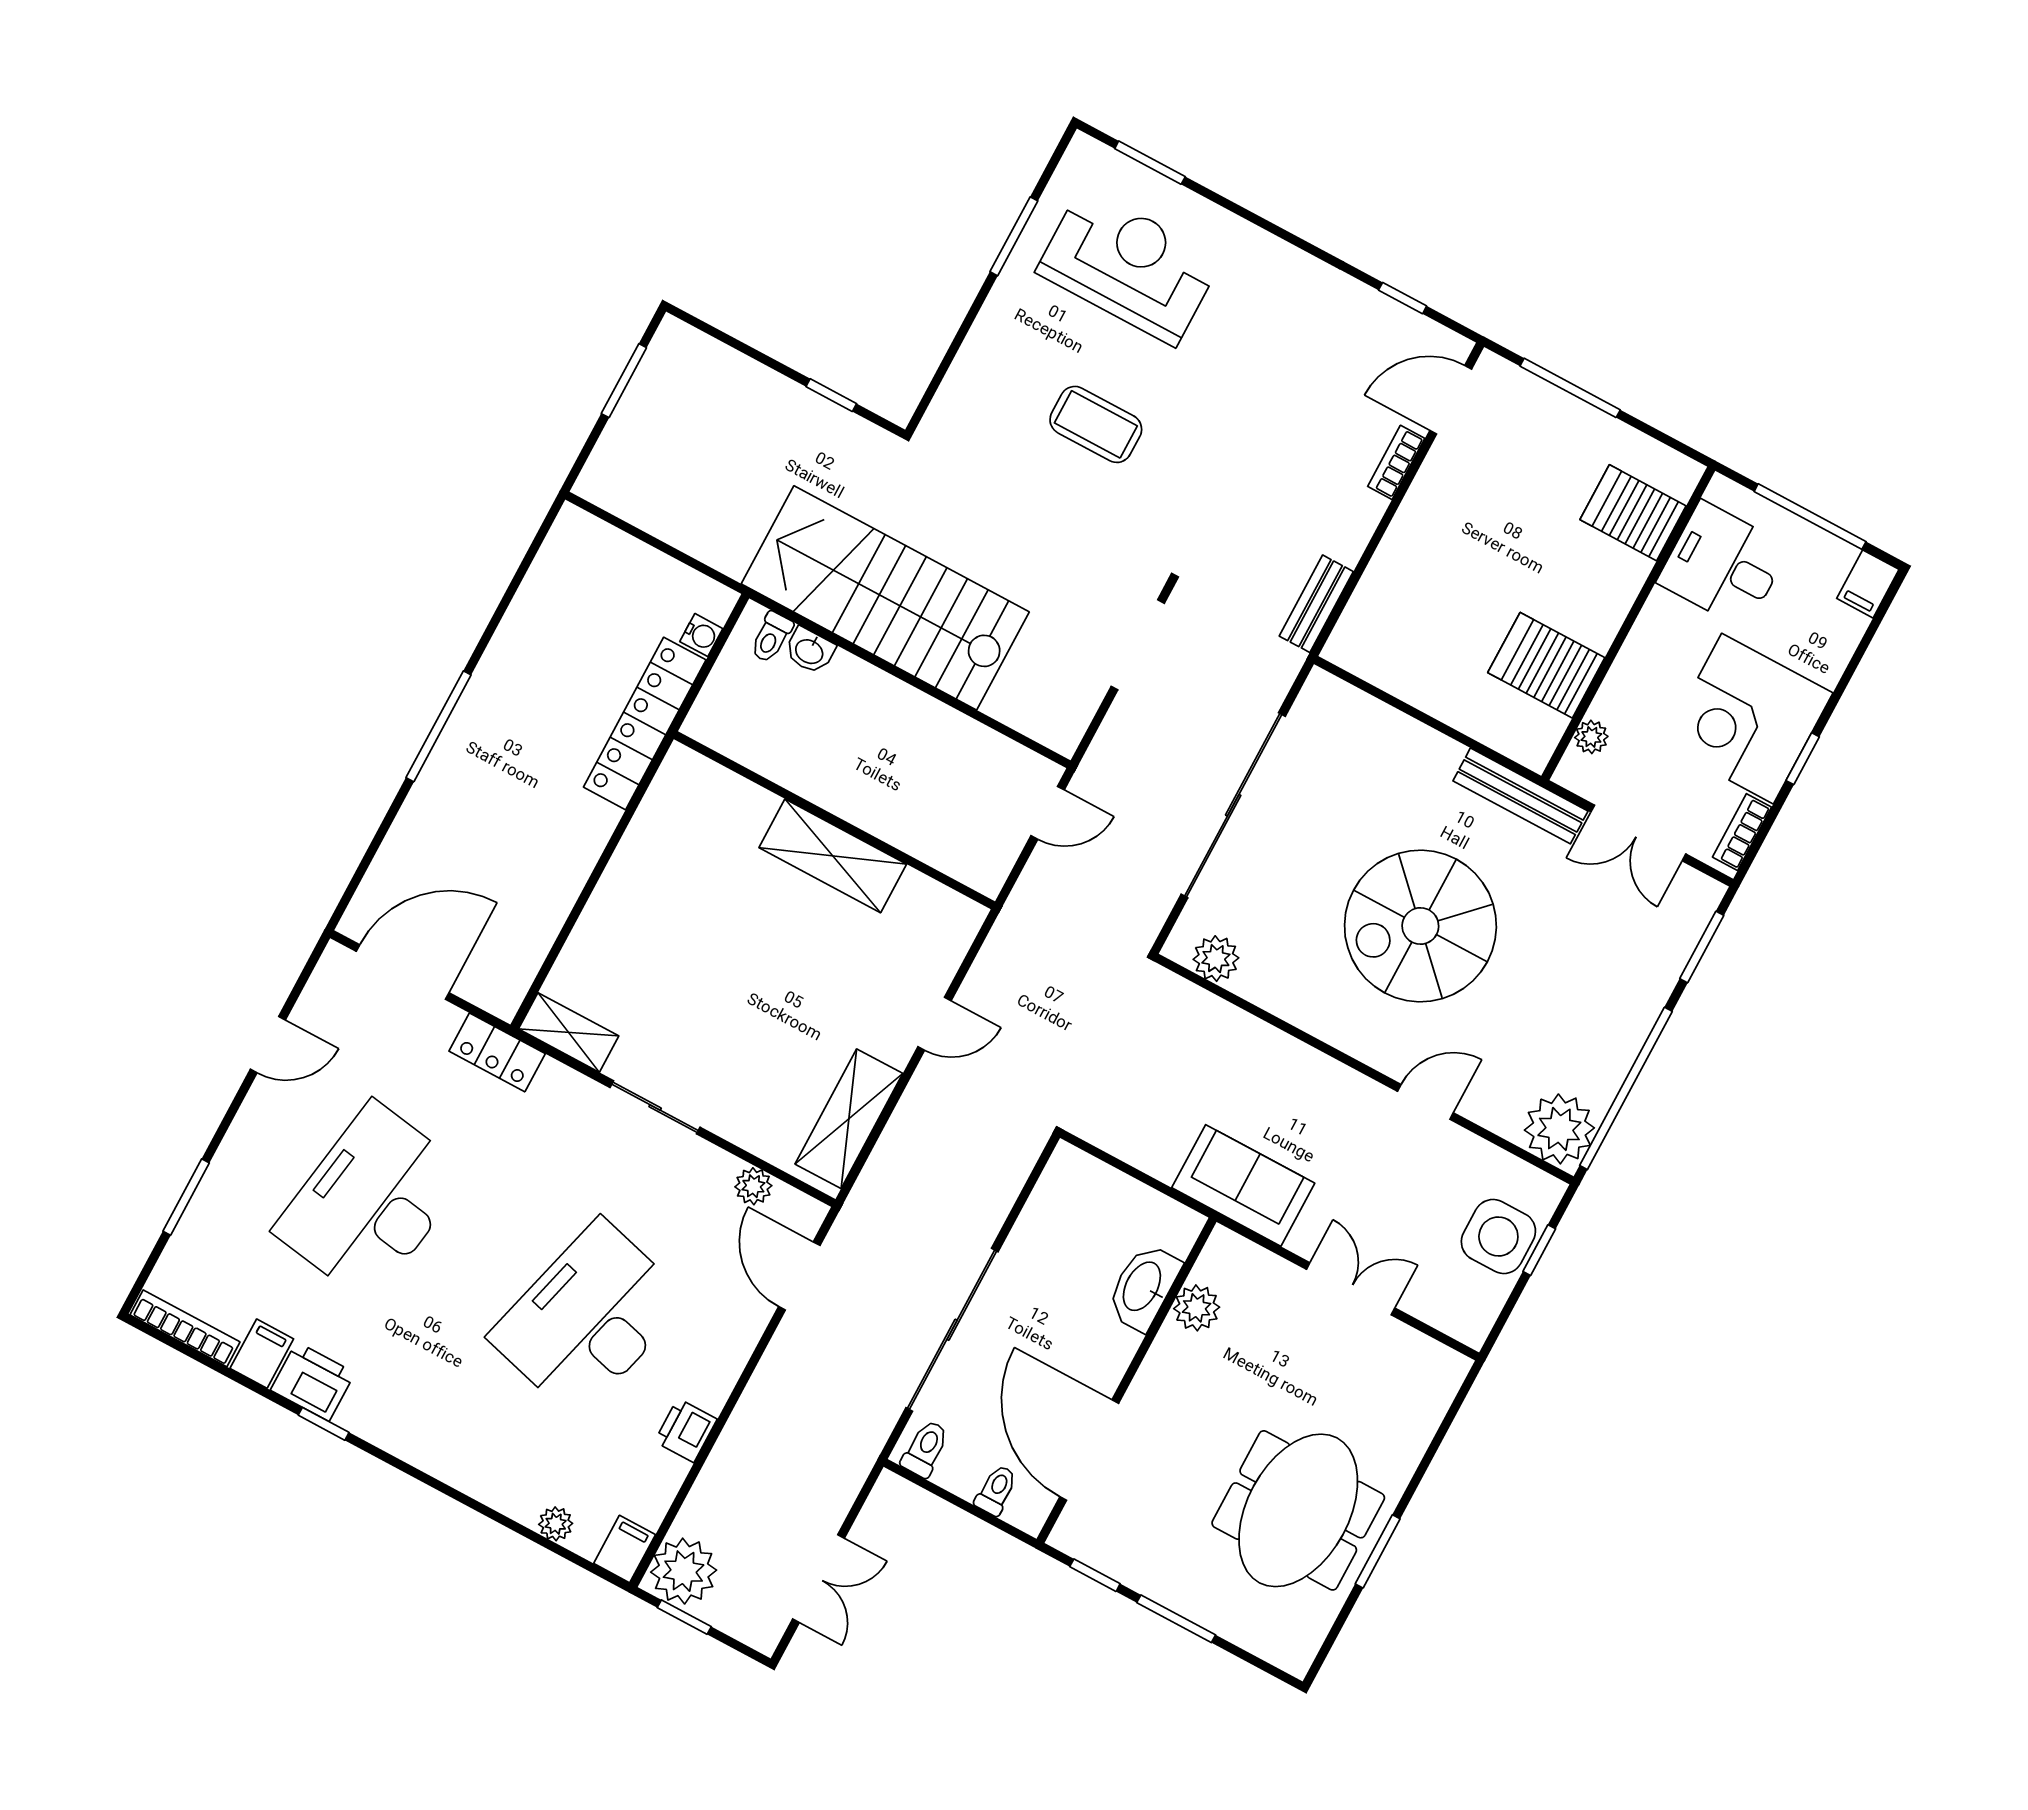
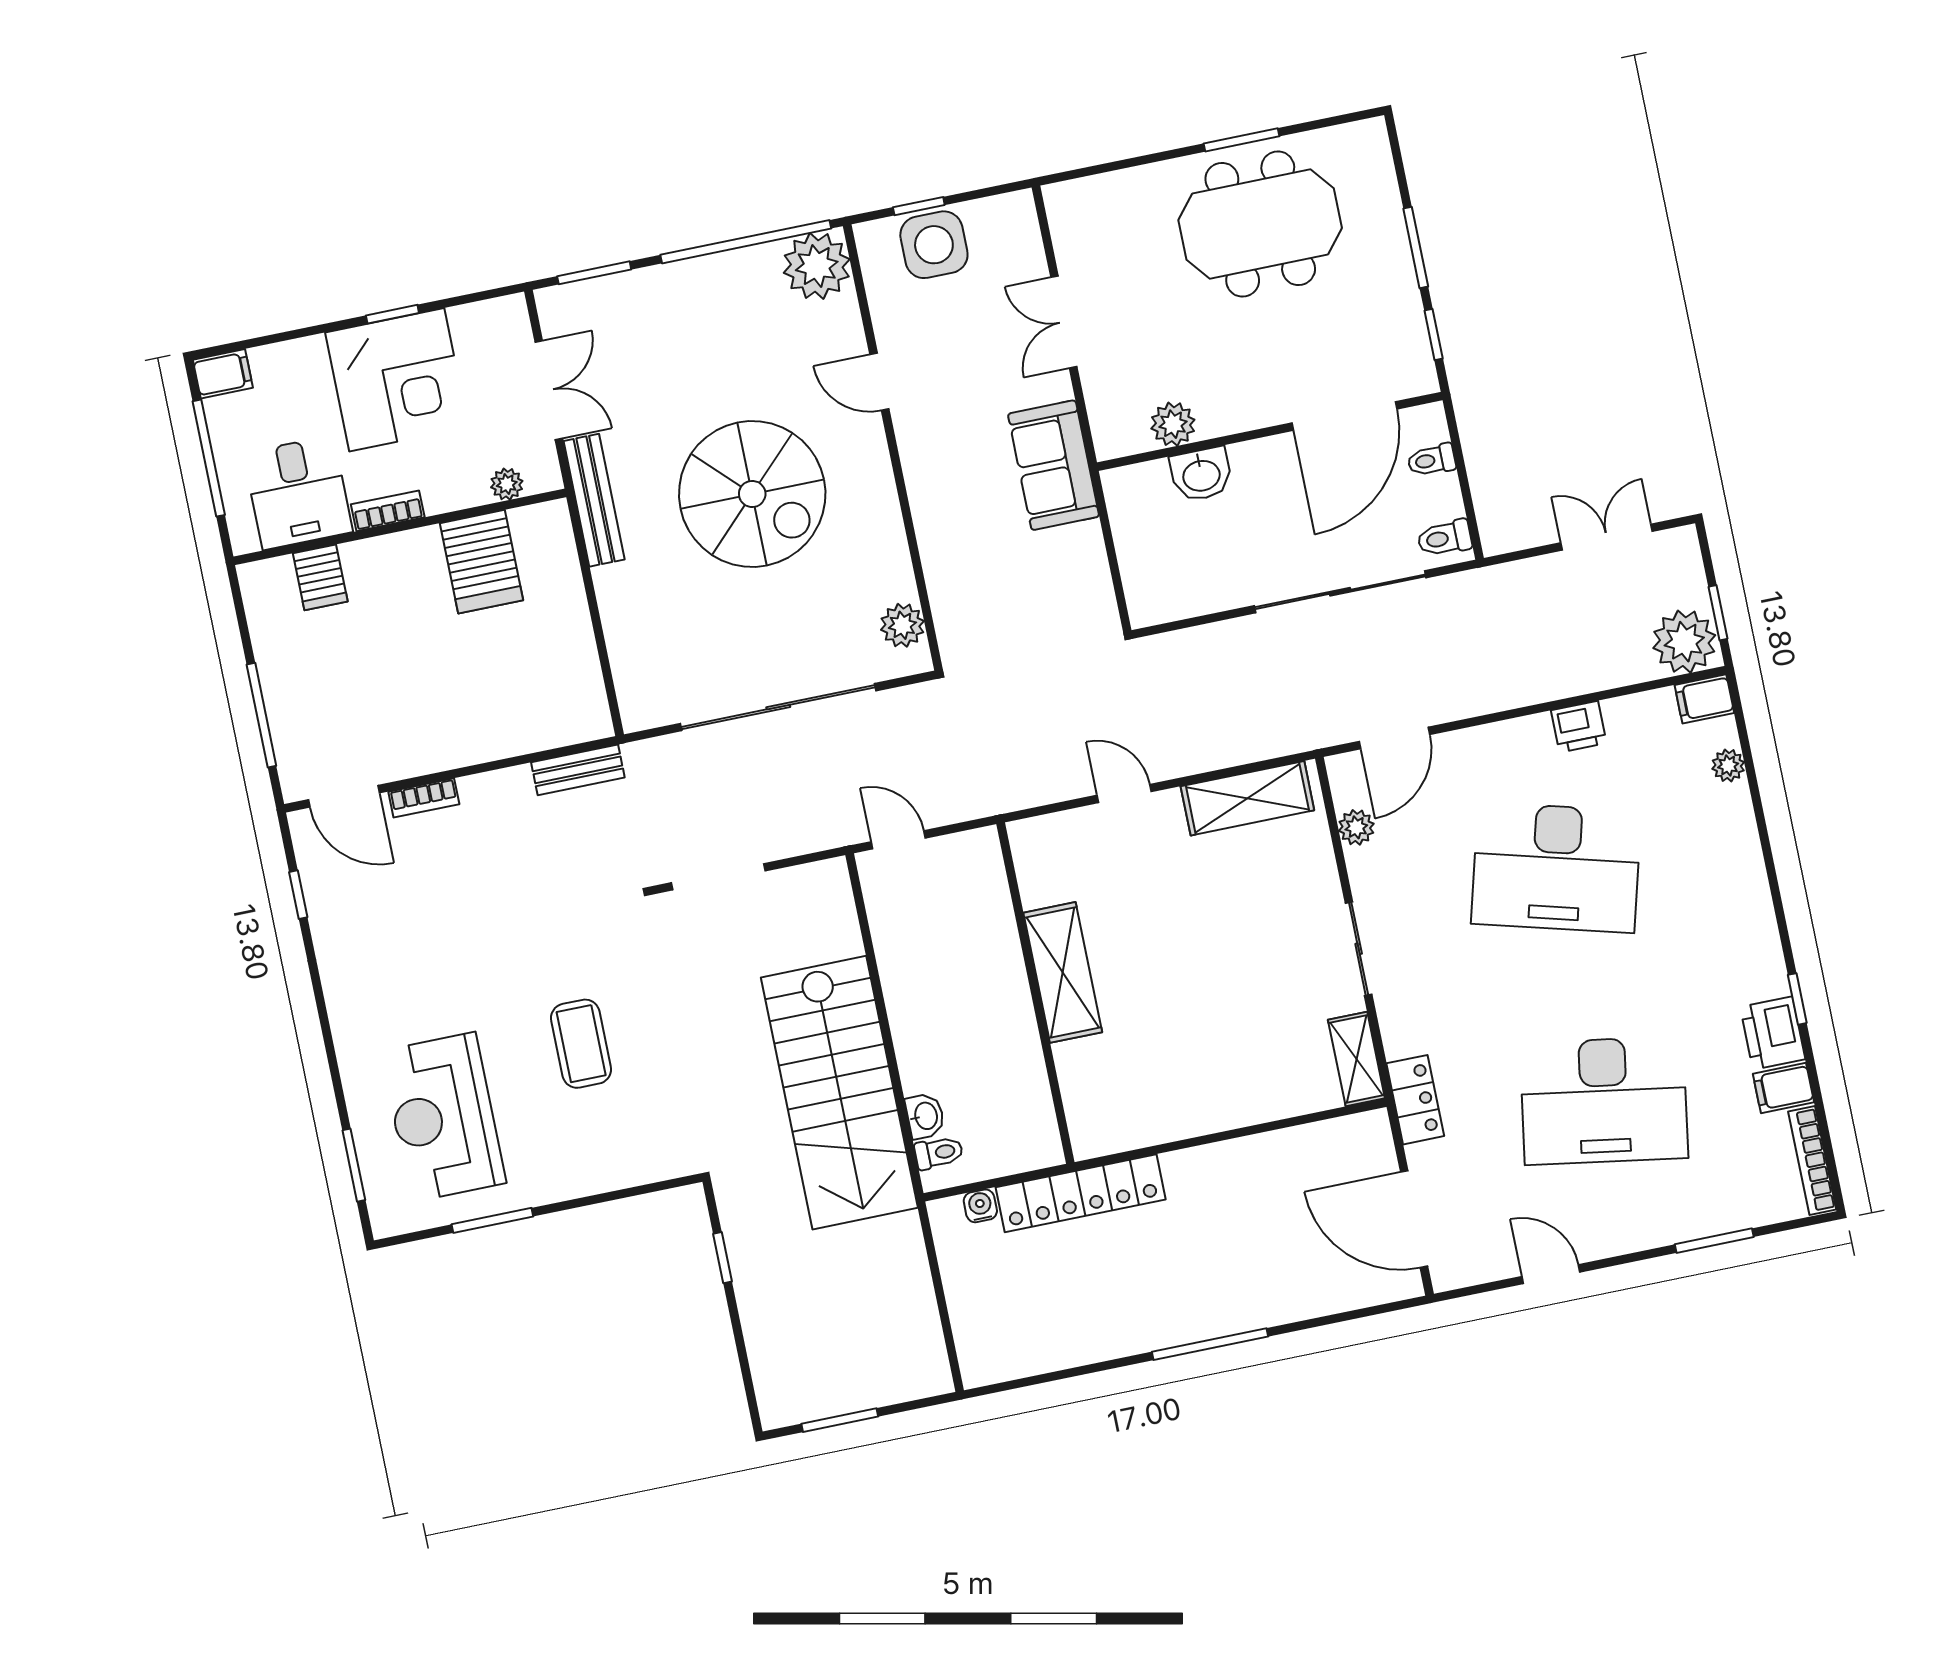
server rack: (1633, 513) -> (320, 577), width x0.73, depth x0.70
bookcase: (1742, 832) -> (388, 511), moved, turned 180
washbasin: (1143, 1287) -> (1201, 474), width x0.72

